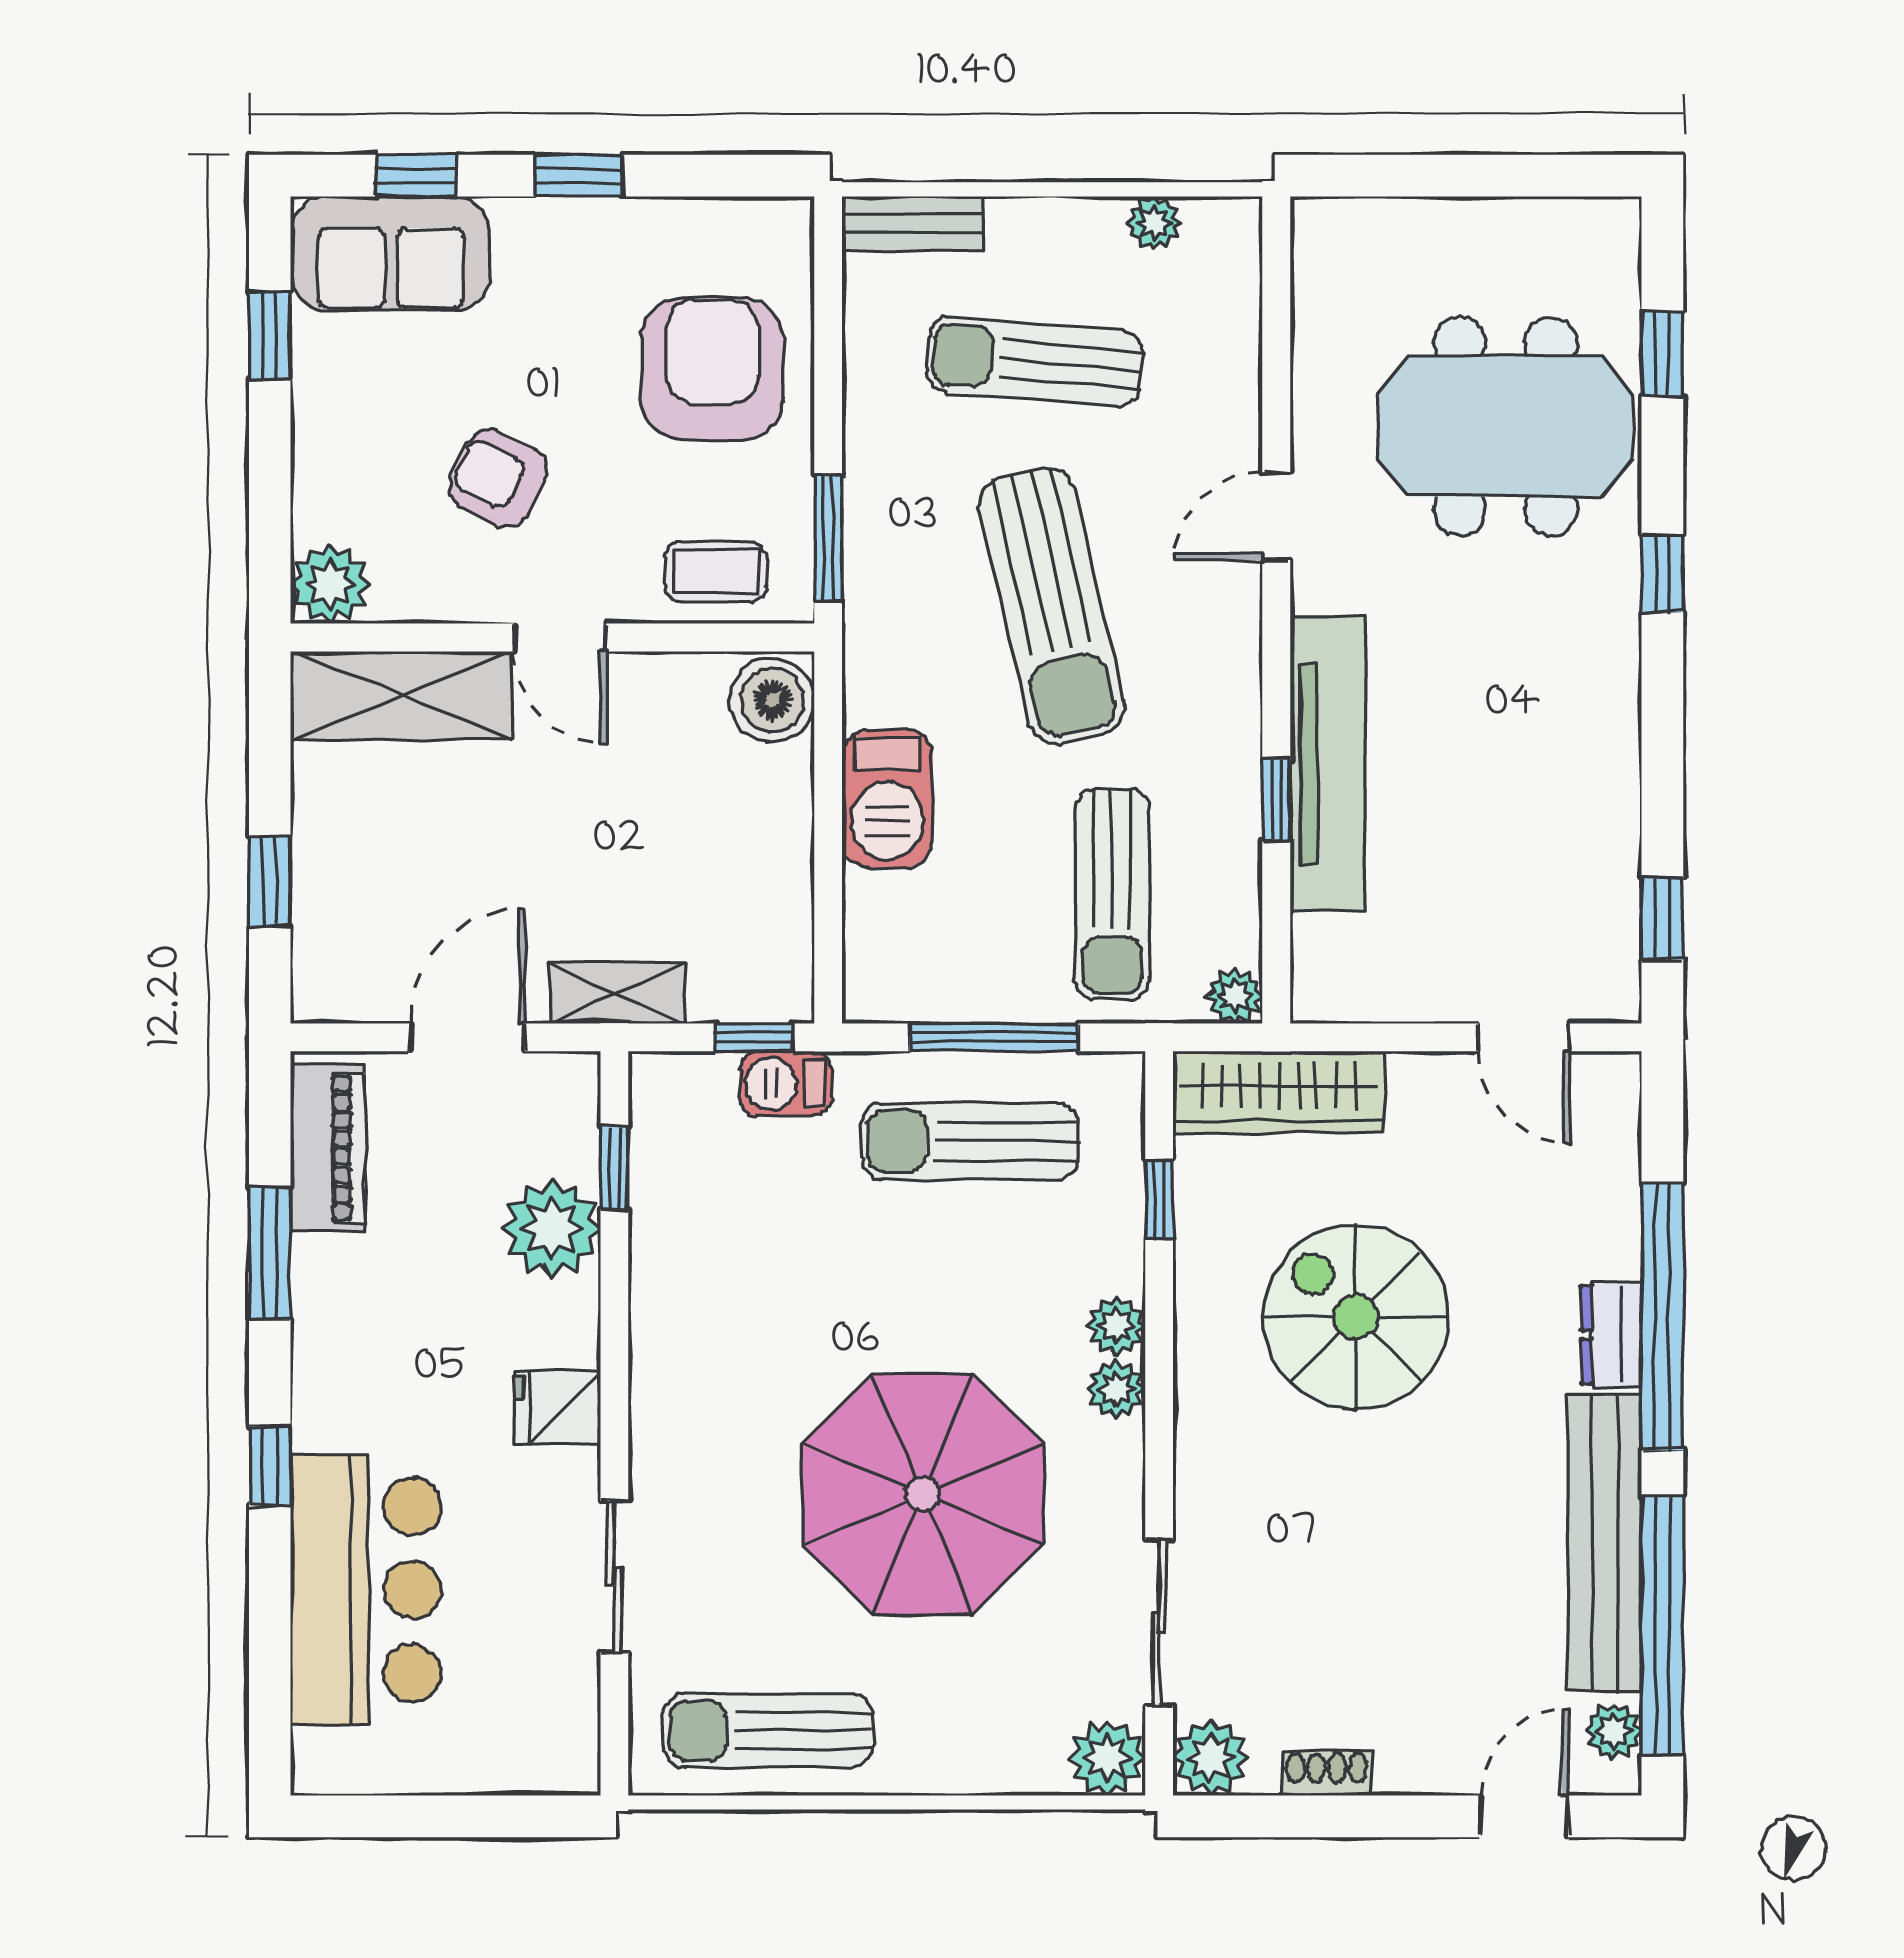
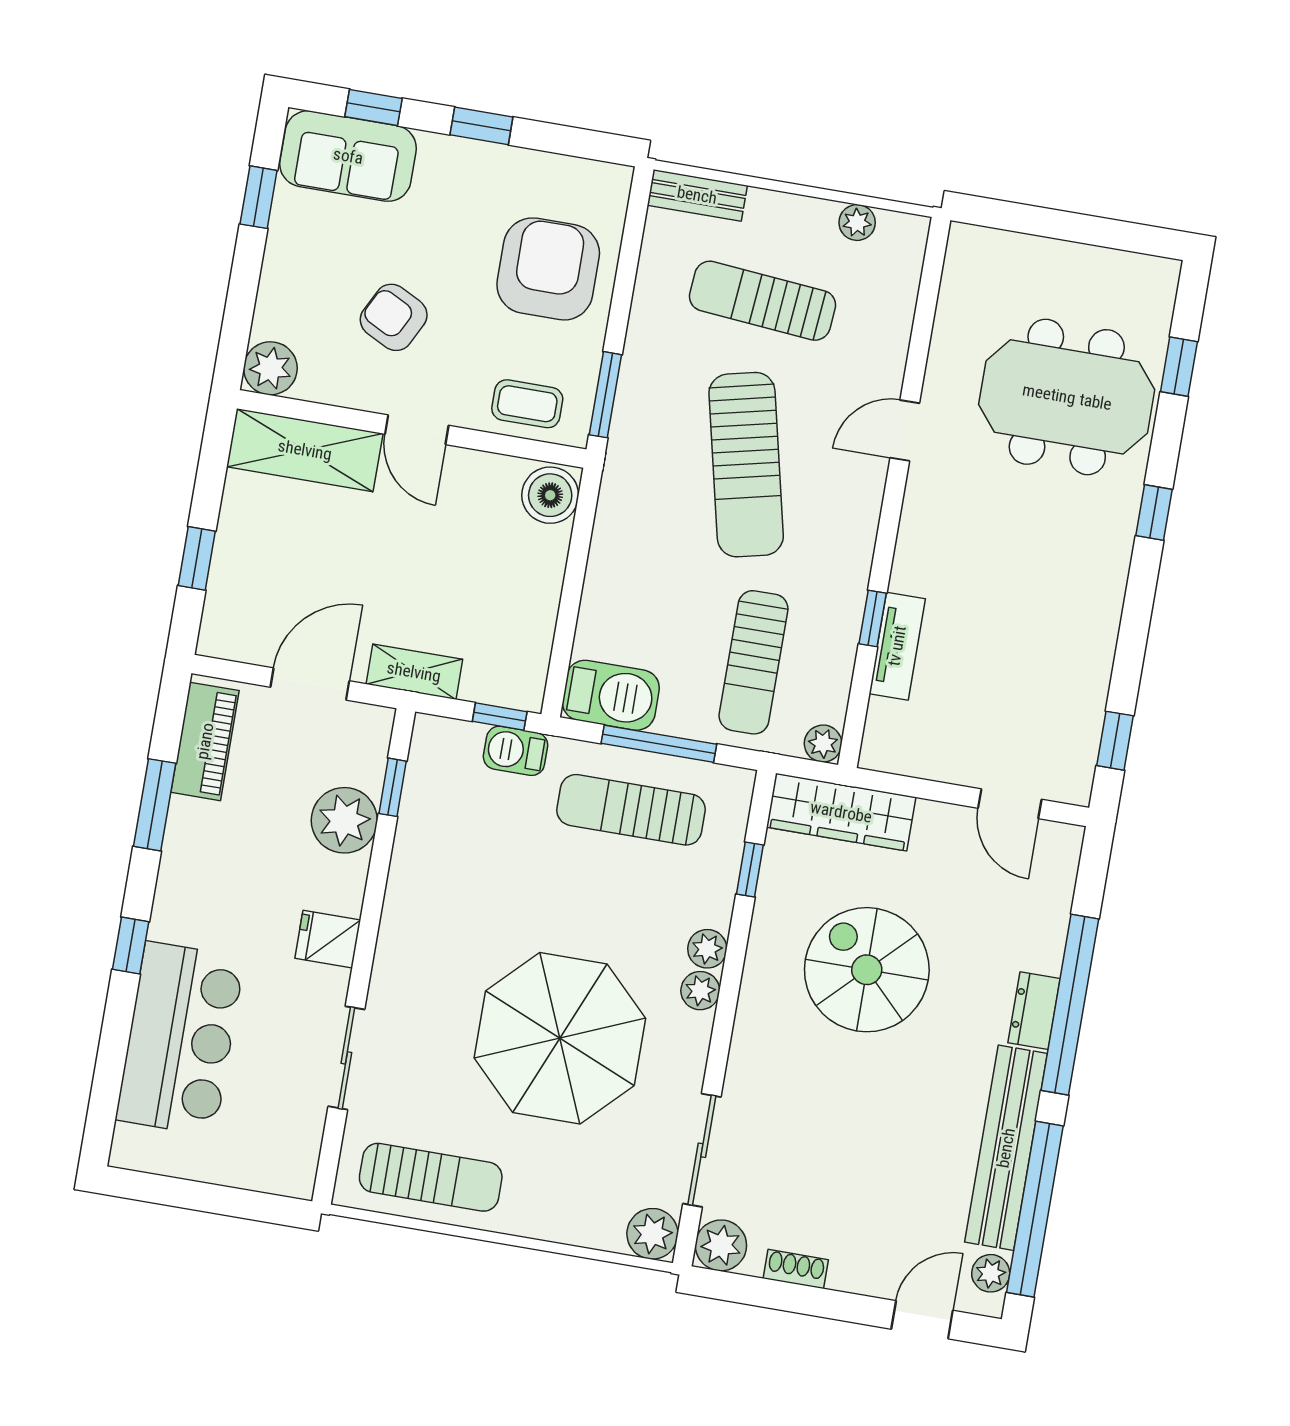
tv unit: (1328, 764) -> (897, 646), width x0.52, depth x0.78
barbecue: (887, 799) -> (611, 695), moved, turned -90
sun lounger: (768, 1731) -> (431, 1177), turned 180

